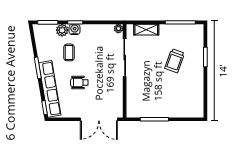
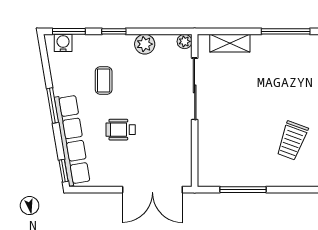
water cooler: (75, 29) -> (63, 43), moved
plant: (62, 30) -> (145, 44), moved
trolley: (175, 61) -> (292, 141), moved

